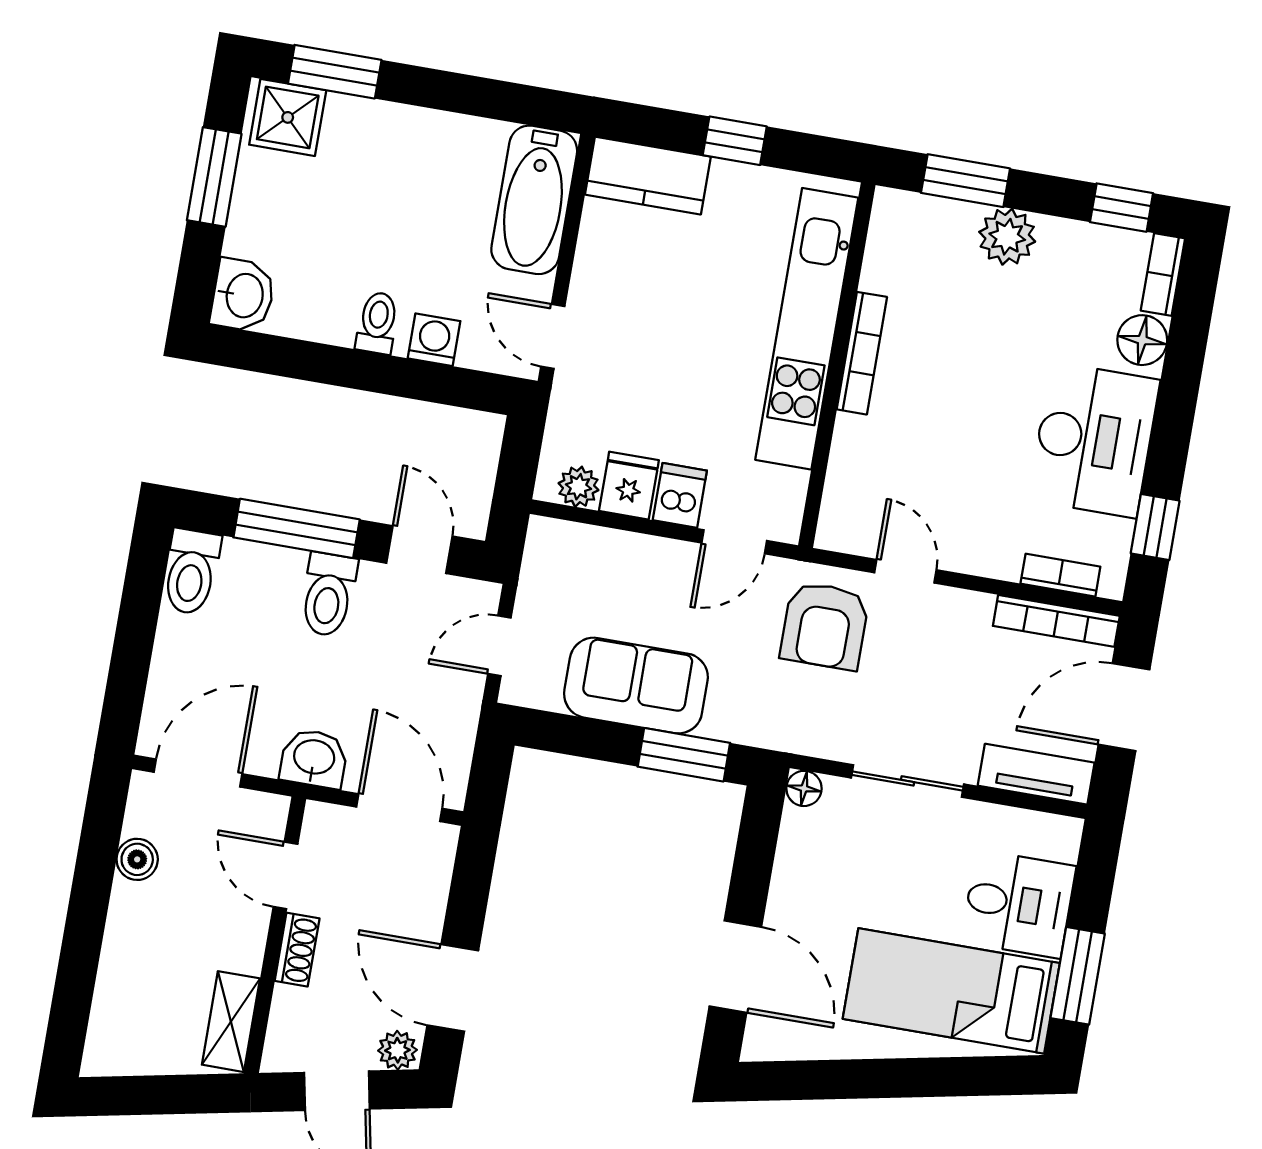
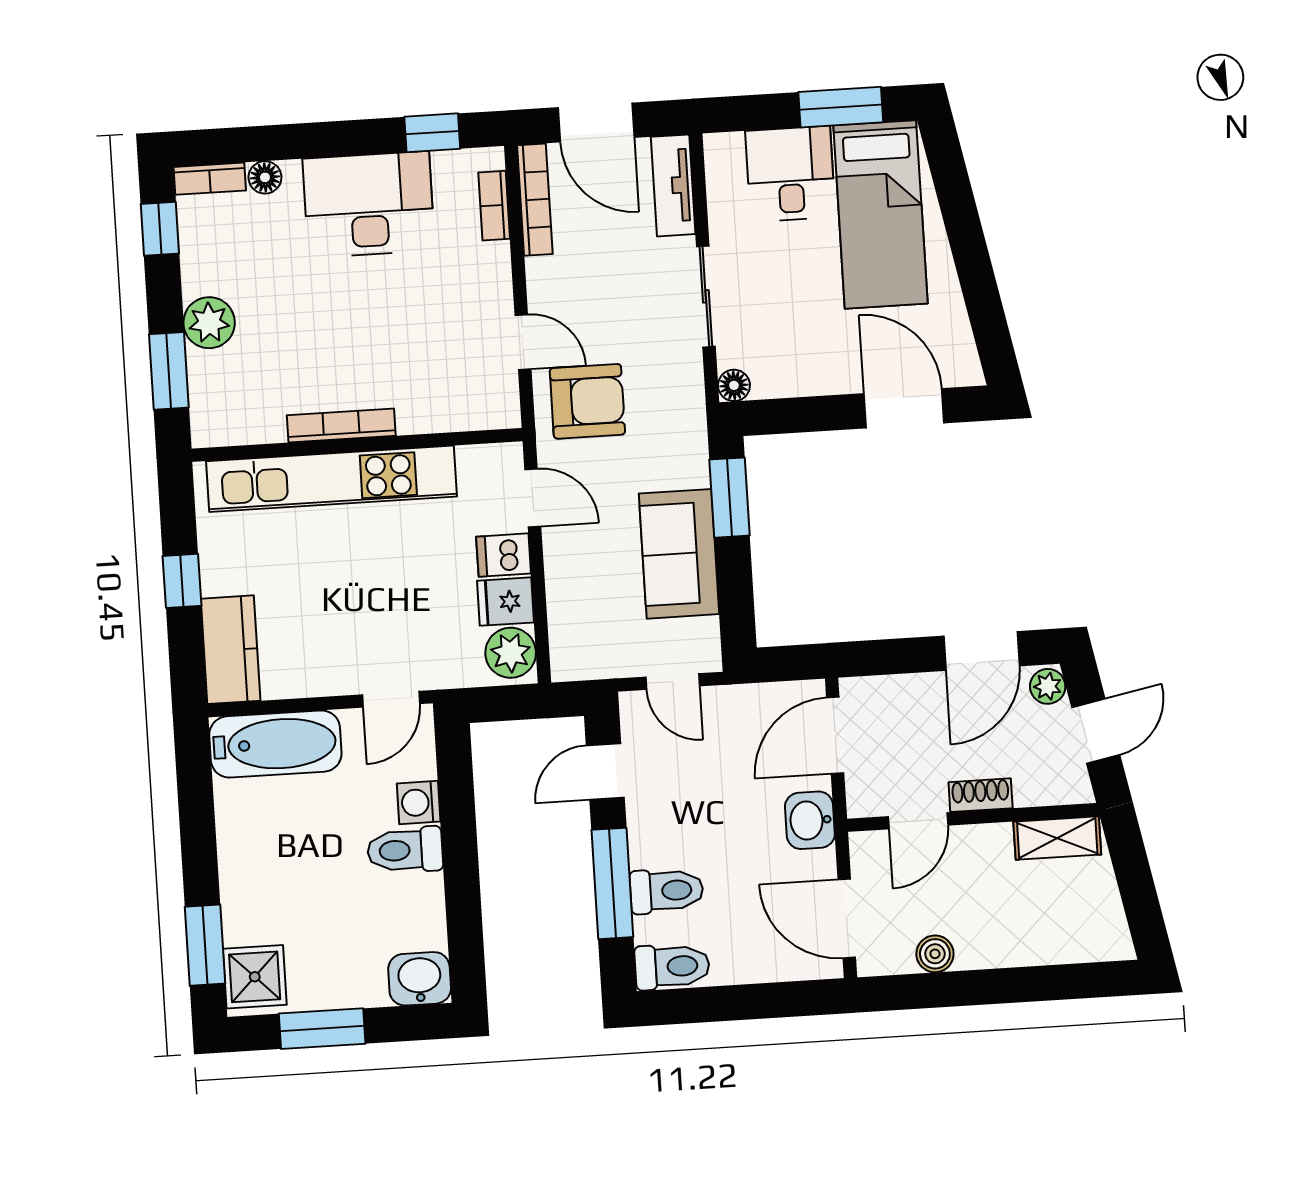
toilet: (377, 323) -> (405, 850), width x1.37, depth x1.39
floor lamp: (1142, 340) -> (265, 177), width x0.73, depth x0.73
plant: (578, 487) -> (511, 653), width x1.38, depth x1.38
door: (905, 571) -> (523, 342), swing flipped
toilet: (328, 595) -> (667, 891), moved
door: (735, 967) -> (904, 408), hinge flipped

